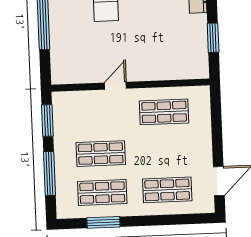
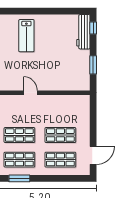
door: (115, 86) -> (30, 93), hinge flipped
shop shelf: (164, 112) -> (60, 135), moved

